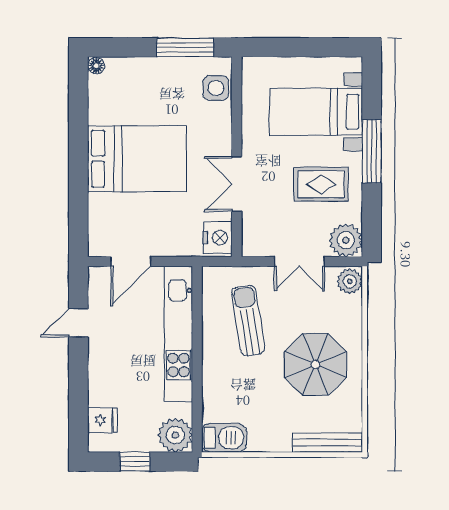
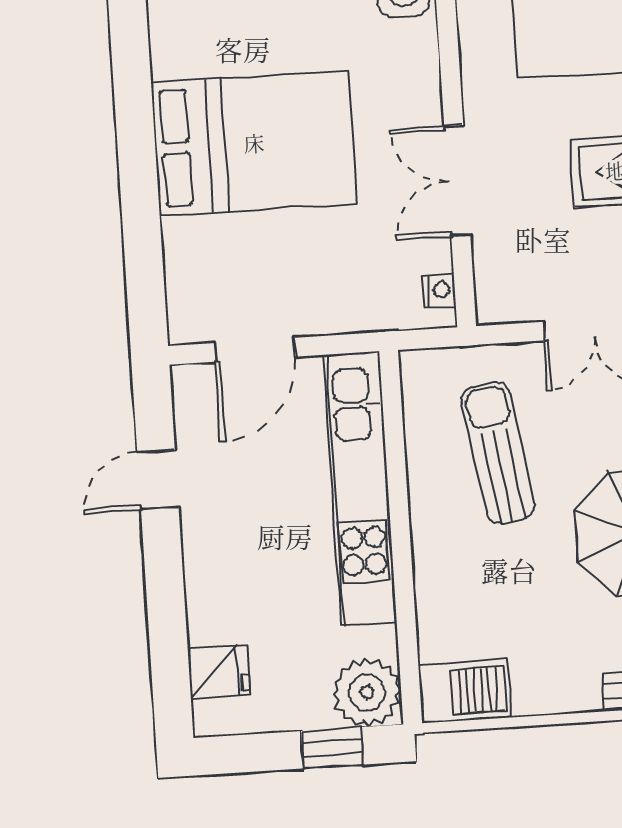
nightstand: (218, 238) -> (439, 290), width x0.53, depth x0.56
window: (135, 462) -> (332, 748), moved

